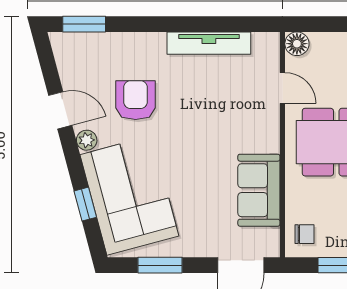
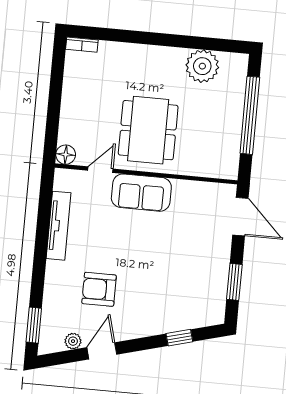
plant: (87, 140) -> (73, 341), moved
sofa: (259, 190) -> (141, 193), moved
corner sofa: (129, 195) -> (176, 301), removed
chair: (304, 234) -> (220, 163), removed

